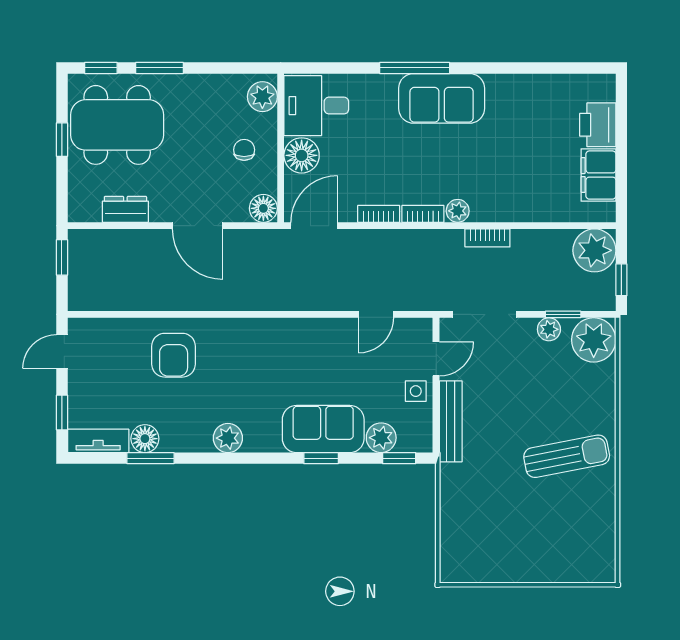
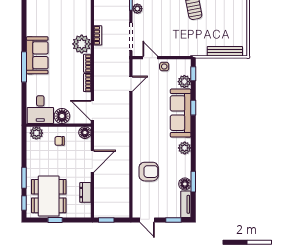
plant: (458, 211) -> (82, 44), width x1.88, depth x1.88
door: (376, 314) -> (131, 84), hinge flipped
bench: (451, 421) -> (225, 51), moved
sofa: (323, 429) -> (181, 113), width x1.36

